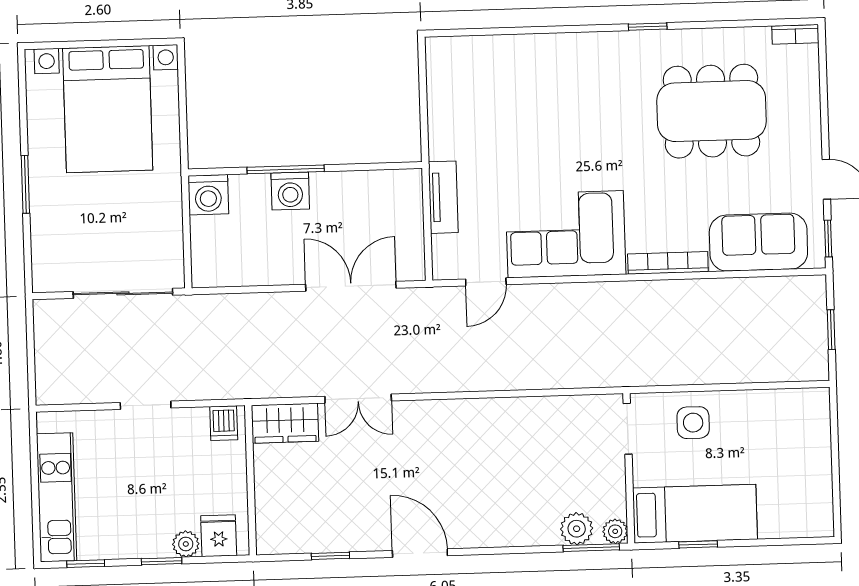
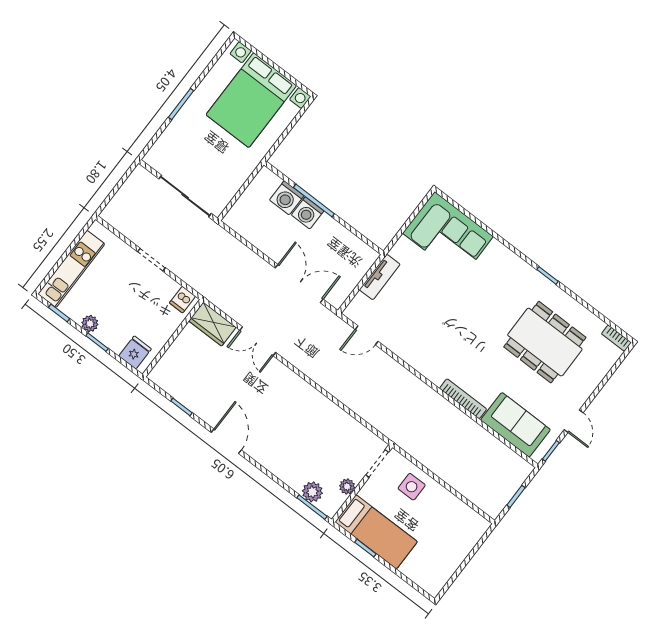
washing machine: (208, 195) -> (287, 198), moved
corner sofa: (566, 234) -> (448, 235), moved, turned 180
plant: (615, 531) -> (347, 487), moved
plant: (186, 544) -> (90, 324), moved

